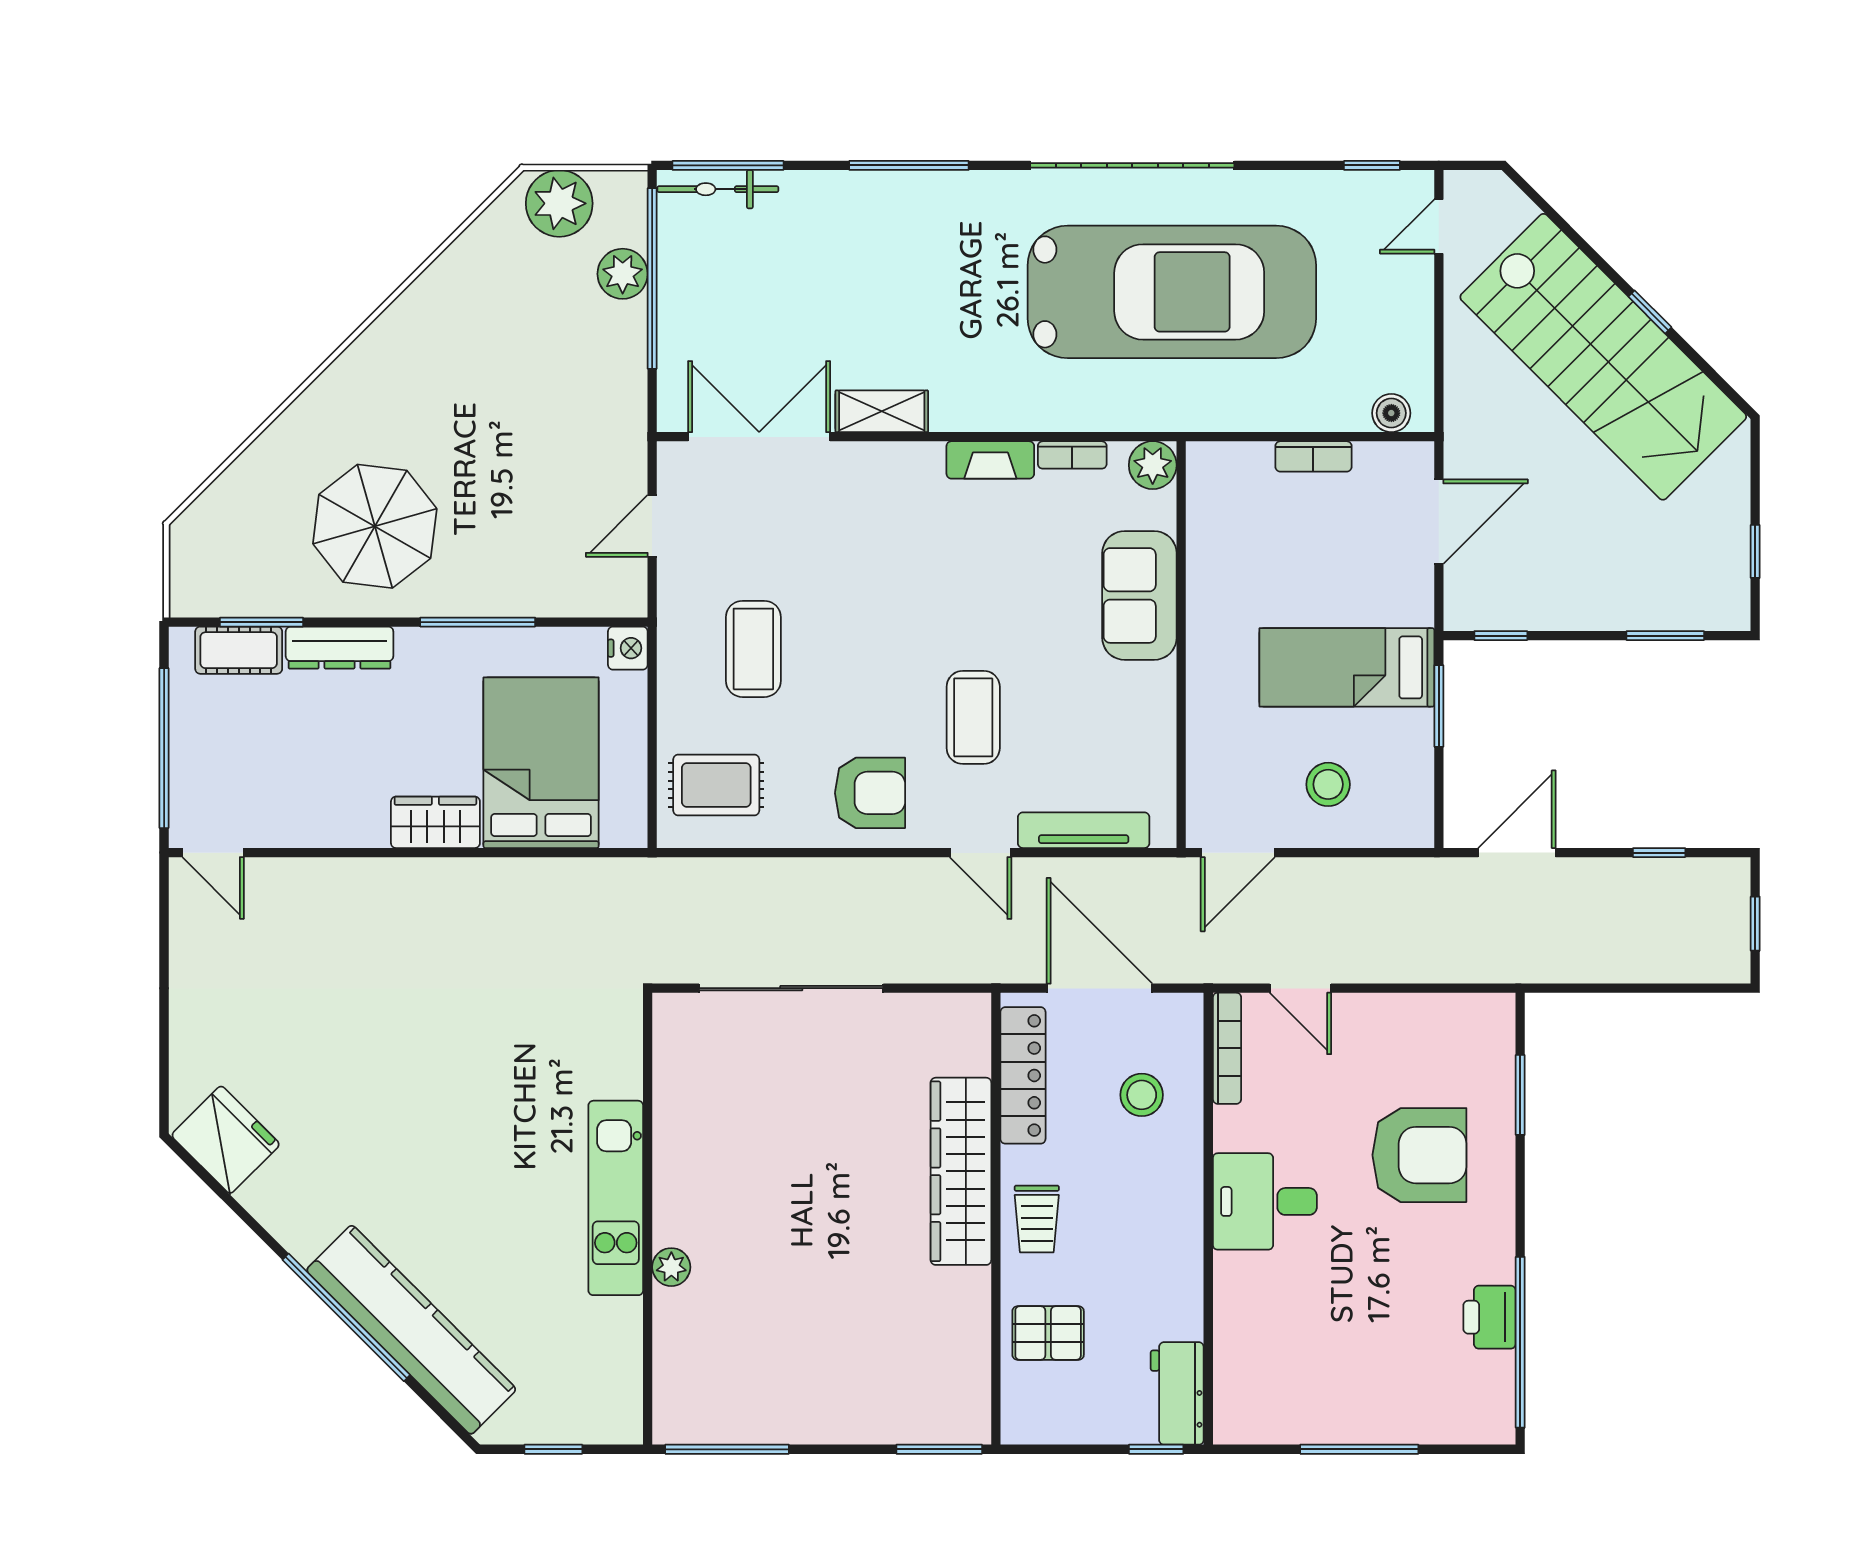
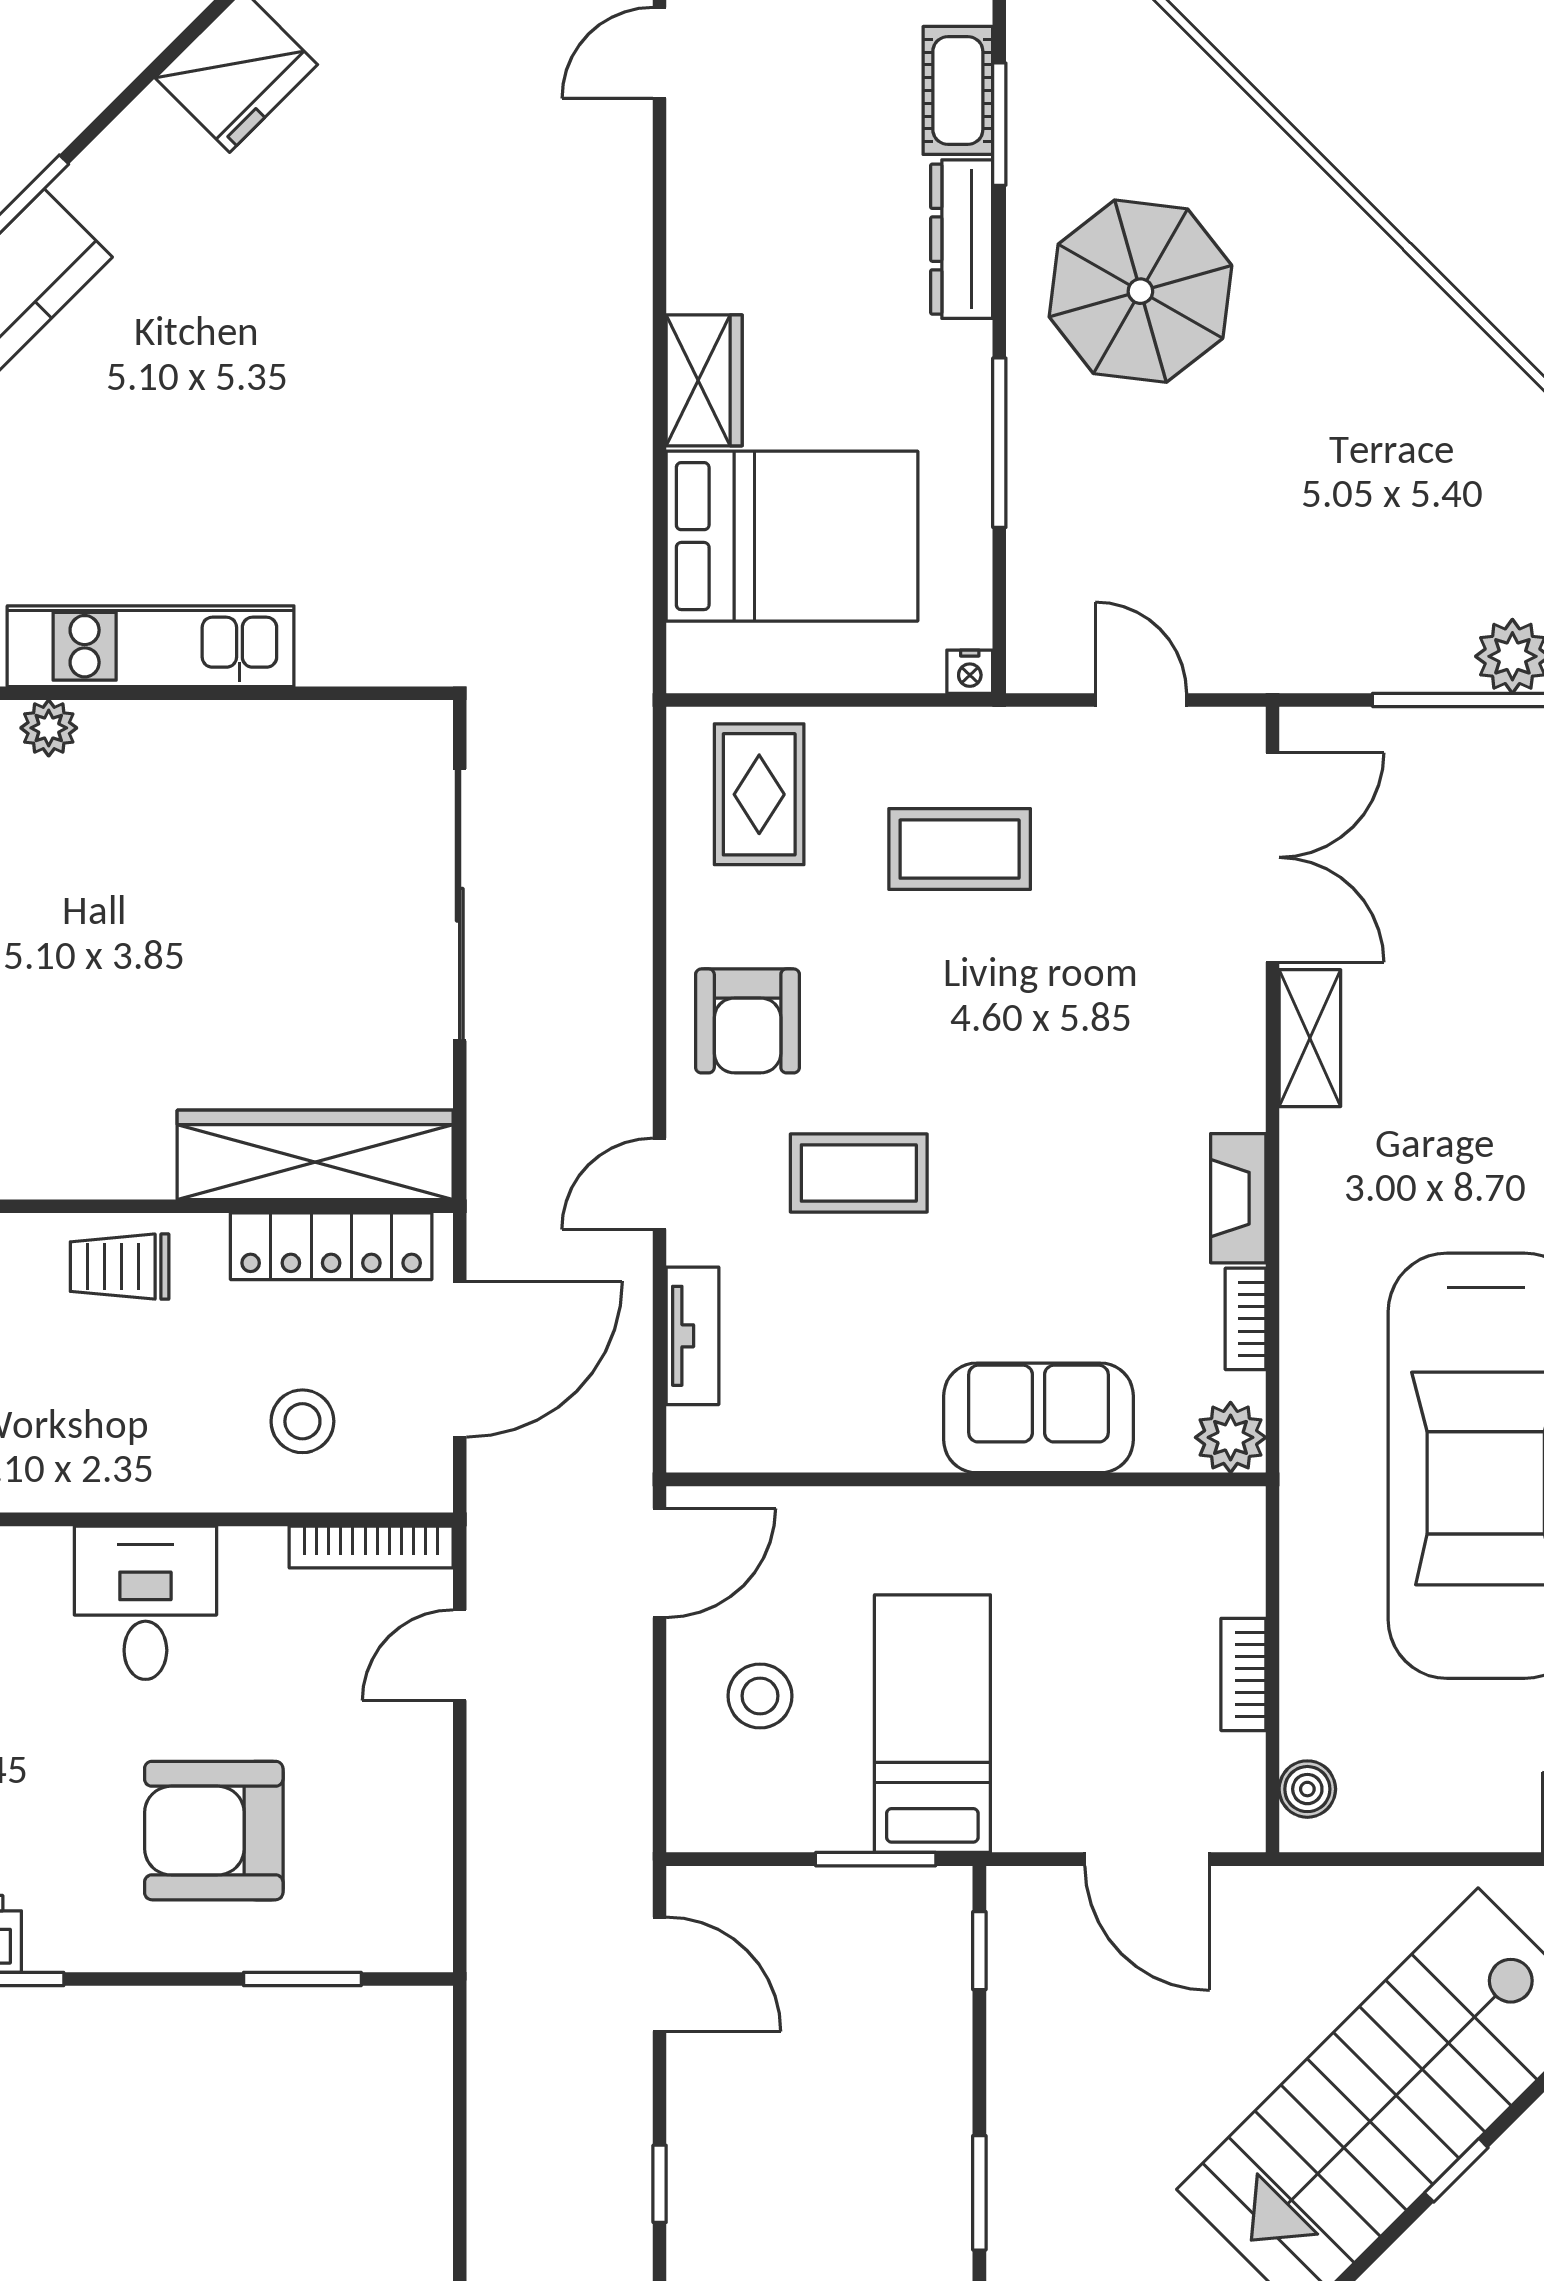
nightstand: (628, 648) -> (970, 672), width x0.72, depth x0.74
tv unit: (1084, 830) -> (693, 1336), width x0.71
door: (1238, 853) -> (660, 1563), swing flipped
armchair: (1419, 1155) -> (214, 1831), turned 90
wardrobe: (961, 1171) -> (315, 1155), moved

